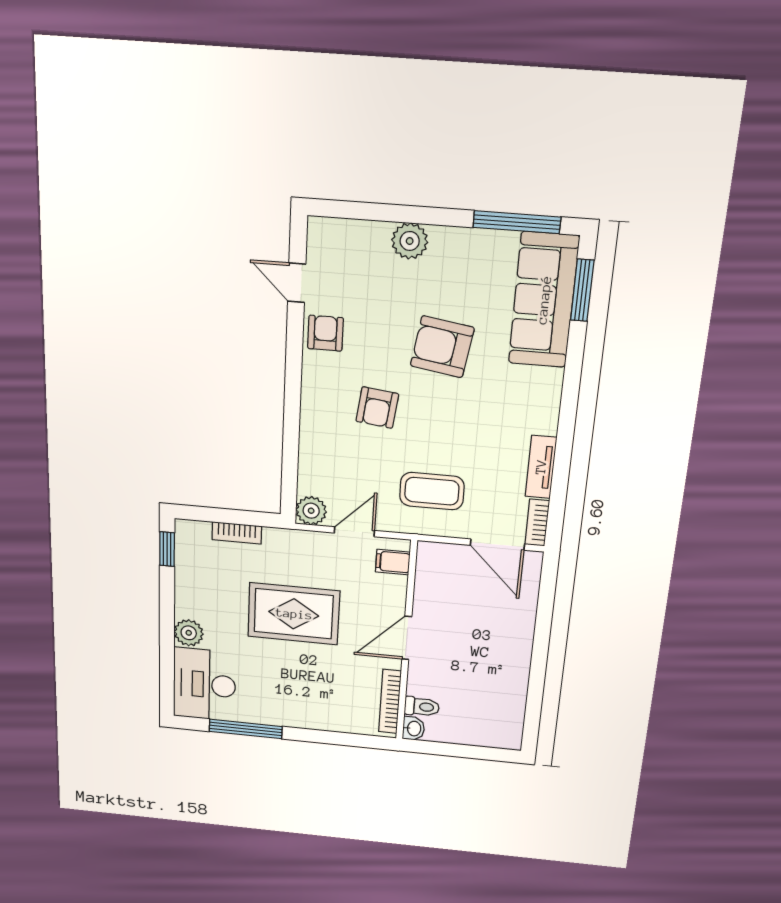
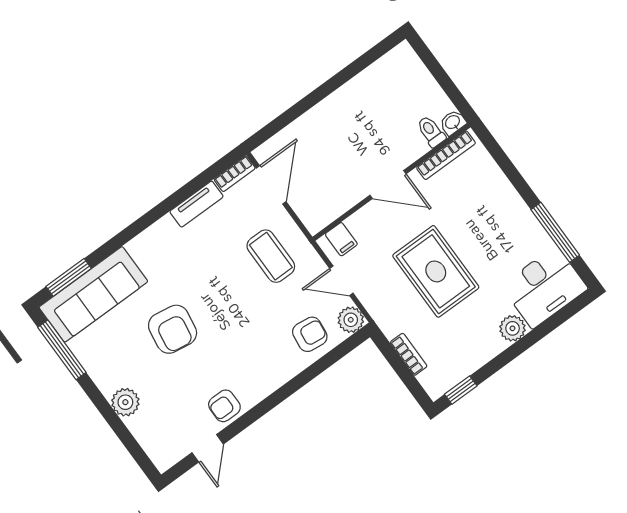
armchair: (377, 408) -> (310, 334), moved

